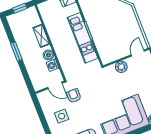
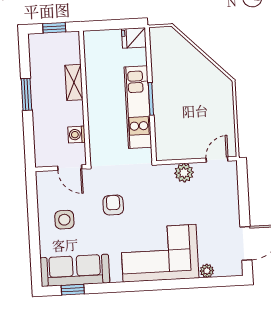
boiler: (48, 55) -> (75, 116), removed
armchair: (74, 96) -> (113, 205), moved

